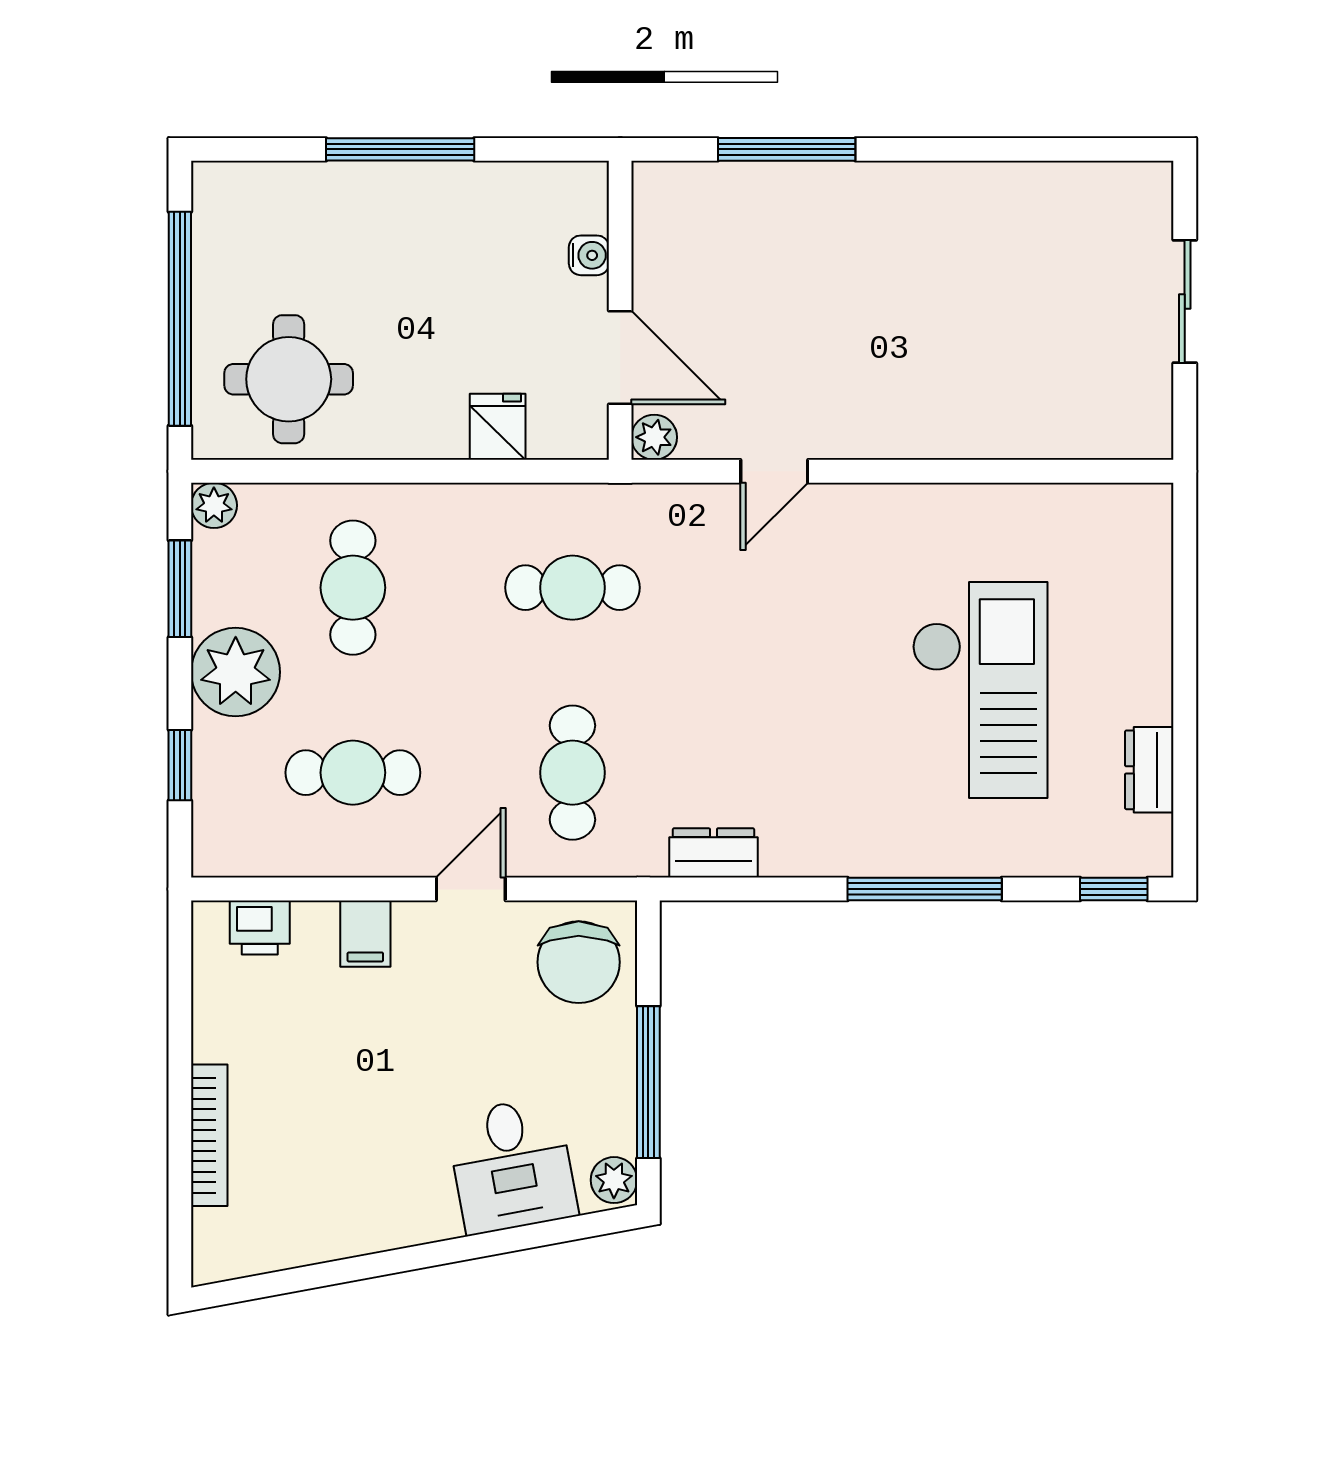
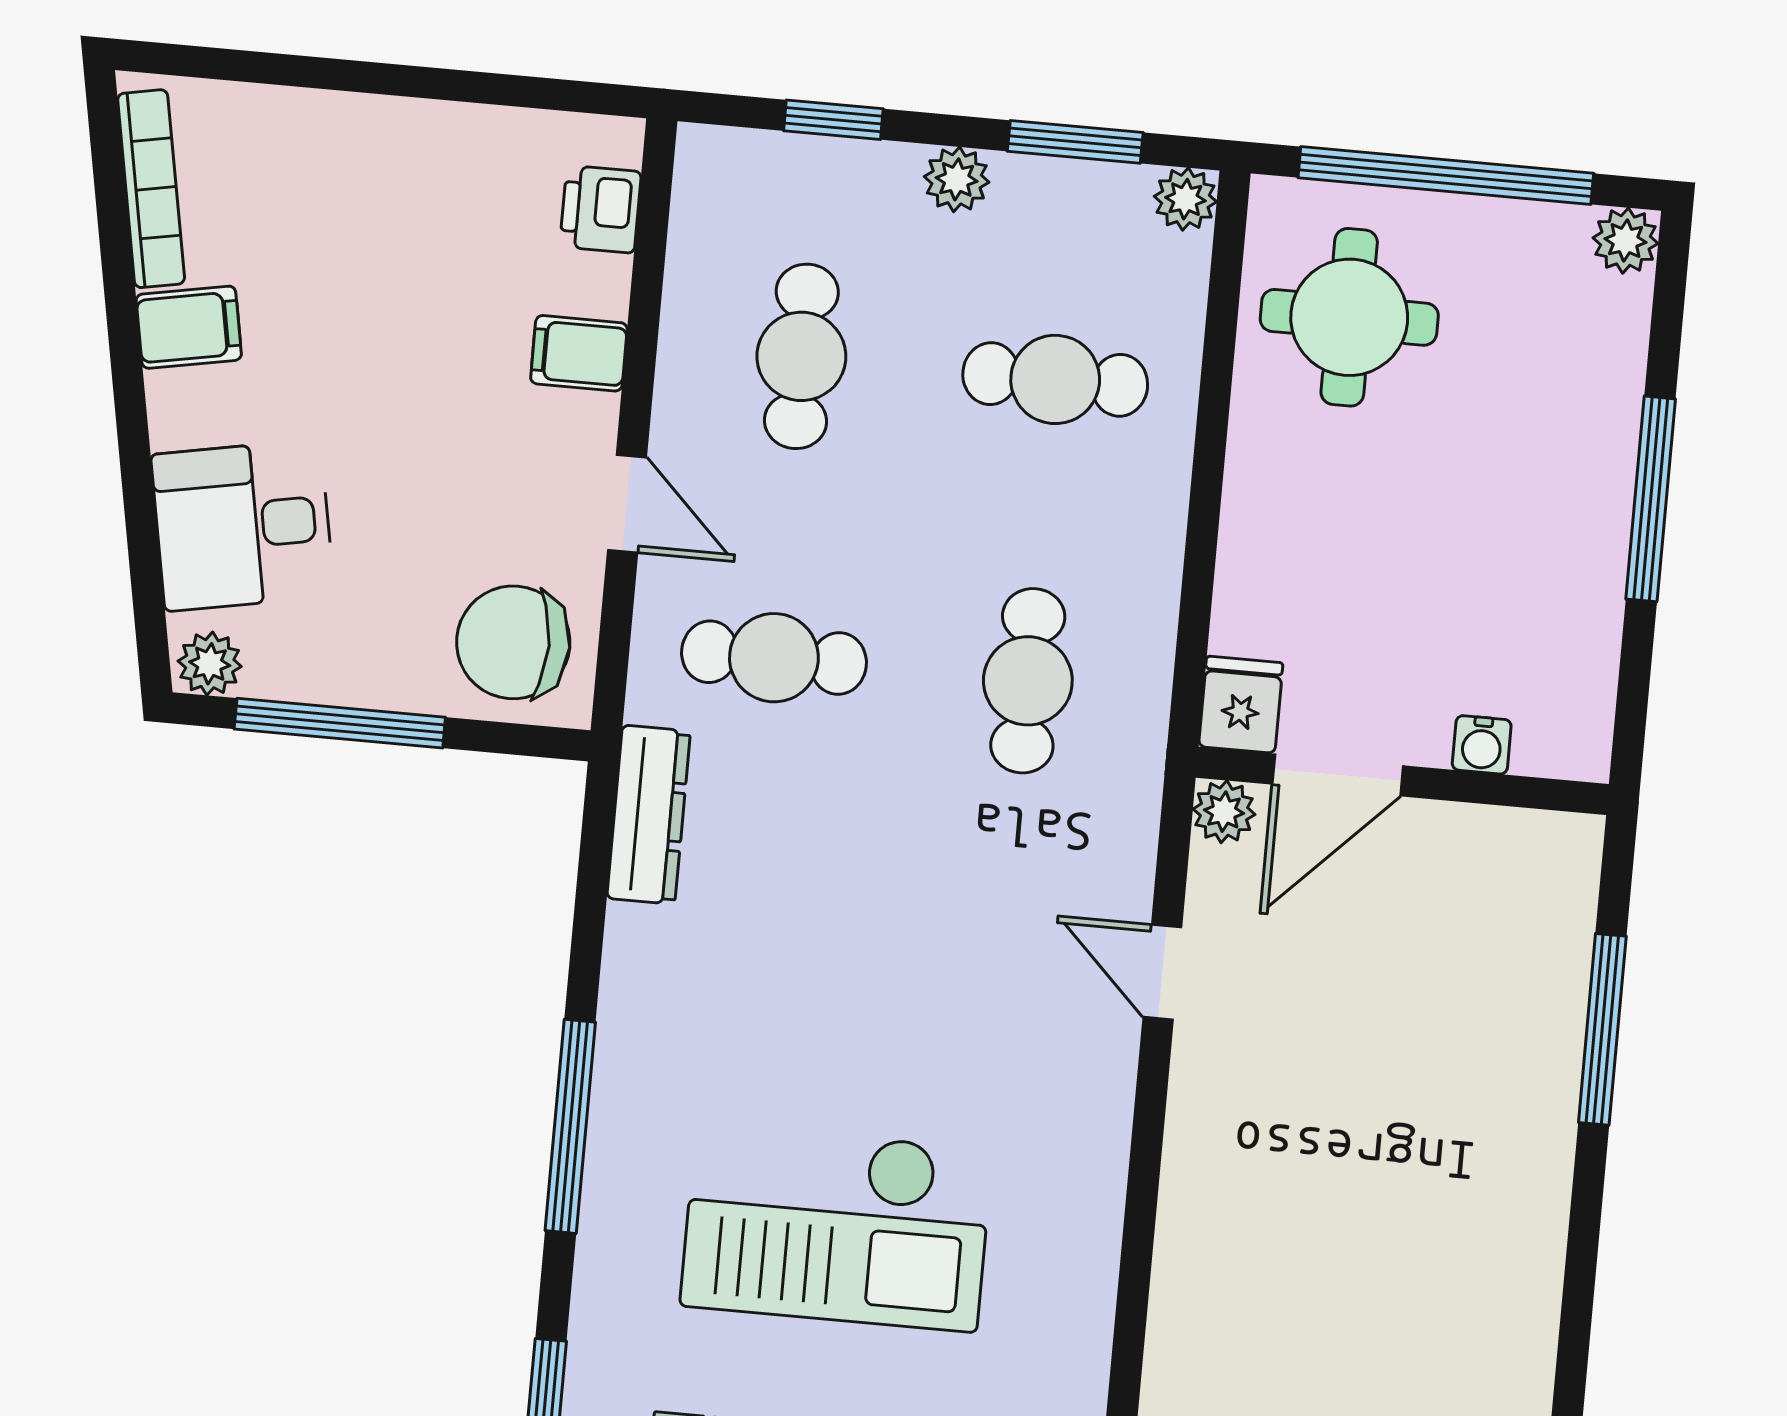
plant: (215, 185) -> (1626, 241), added
fridge: (498, 427) -> (1241, 705), moved, turned -90
plant: (236, 672) -> (957, 179), width x0.53, depth x0.53
dresser: (713, 853) -> (649, 815), width x1.44
bookcase: (209, 1135) -> (151, 189), moved, turned -100
filing cabinet: (372, 1217) -> (189, 327), added

